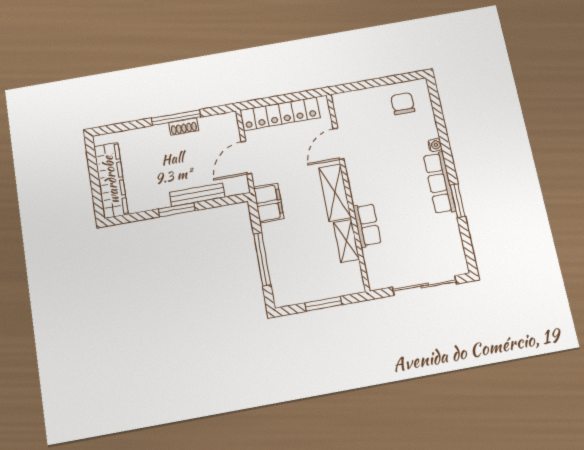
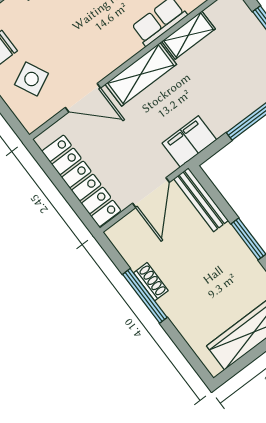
side table: (370, 115) -> (31, 79), added
door: (246, 158) -> (151, 193), hinge flipped
bench: (197, 195) -> (201, 200), moved

